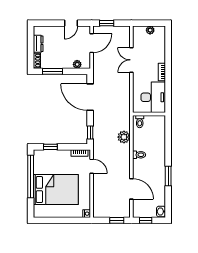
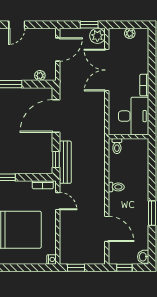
door: (71, 23) -> (17, 25), moved
window: (107, 23) -> (89, 25), moved
double door: (131, 60) -> (107, 70), width x1.37
door: (90, 97) -> (56, 116), hinge flipped
bench: (98, 135) -> (65, 162), added
plant: (124, 137) -> (97, 36), moved
window: (117, 220) -> (76, 268), moved

